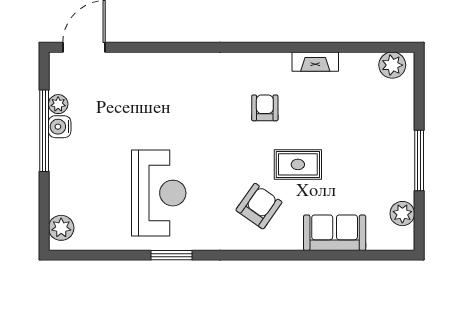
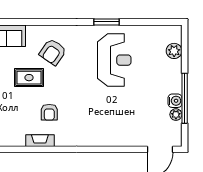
fireplace: (315, 62) -> (40, 141), moved
reception desk: (159, 193) -> (114, 60), turned 180
plant: (61, 228) -> (174, 51), moved

